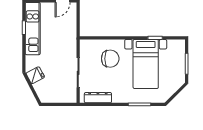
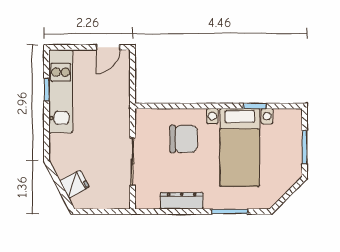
fridge: (35, 75) -> (75, 184), moved
dresser: (98, 98) -> (182, 201), moved

